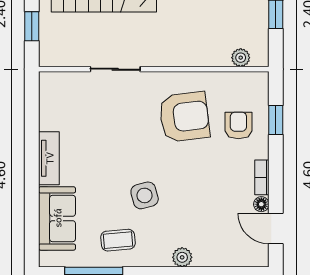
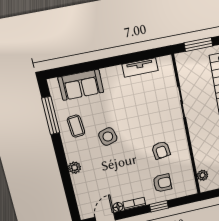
window: (32, 26) -> (198, 44), width x1.50
armchair: (184, 117) -> (161, 150), width x0.53, depth x0.53
window: (276, 120) -> (159, 206), moved
tv unit: (49, 158) -> (140, 67), moved

